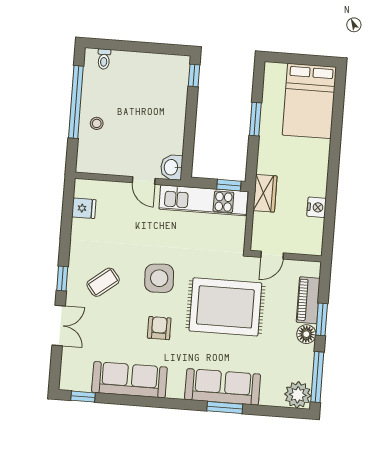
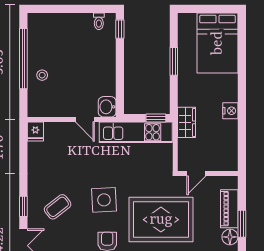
toilet: (104, 59) -> (99, 21), moved
nightstand: (317, 207) -> (230, 111), moved
fridge: (84, 208) -> (35, 131), moved, turned 90

